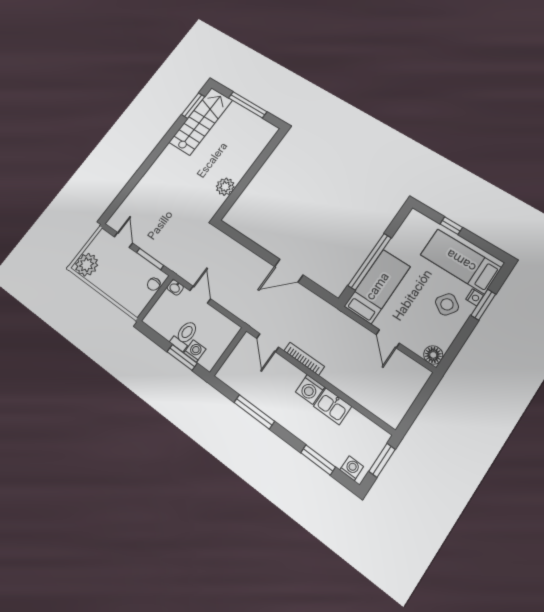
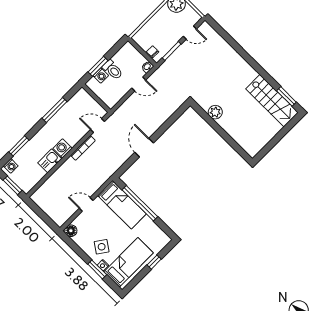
window: (248, 105) -> (277, 138), removed

